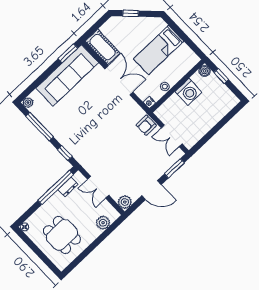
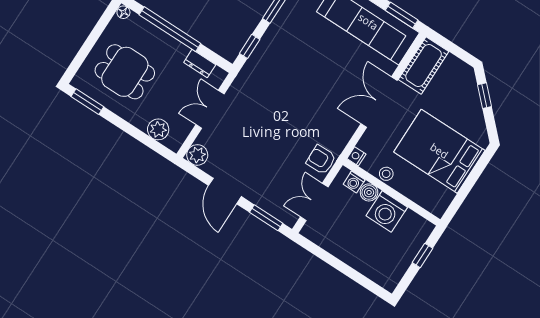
bed: (159, 50) -> (439, 151), width x1.50
boiler: (205, 71) -> (369, 192), moved
double door: (119, 80) -> (379, 102), swing flipped
washing machine: (165, 108) -> (354, 182), added
window: (56, 187) -> (170, 29), moved
dining table: (62, 235) -> (125, 72), turned 90
window: (75, 263) -> (87, 102), added

